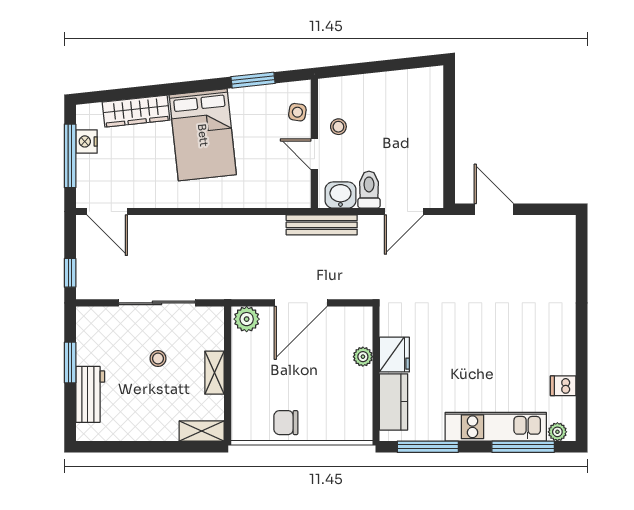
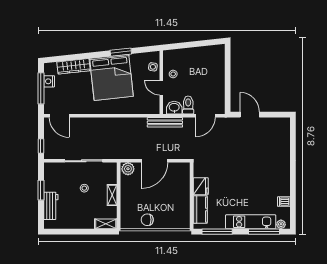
window: (253, 80) -> (121, 52), moved
bed: (203, 135) -> (111, 77), width x1.36
plant: (363, 357) -> (185, 187), removed

